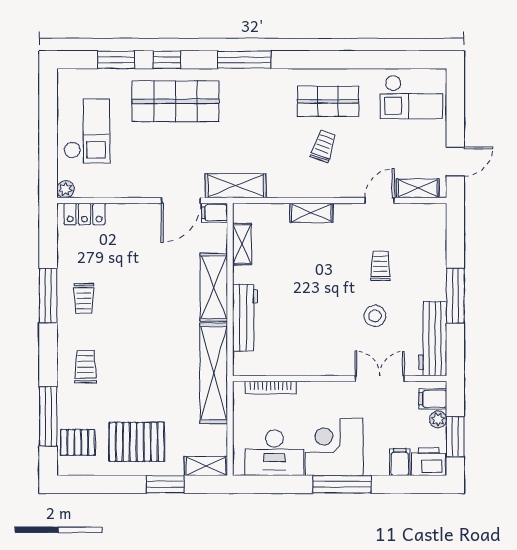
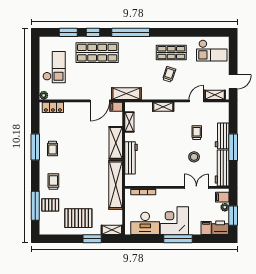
window: (244, 60) -> (131, 32), width x1.46
workbench: (433, 273) -> (222, 136), added
pallet: (78, 442) -> (50, 205), moved

